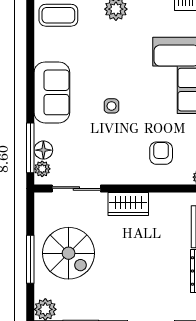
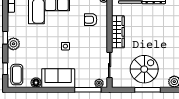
floor lamp: (43, 150) -> (36, 83), moved
wardrobe: (128, 204) -> (118, 32), width x1.50

